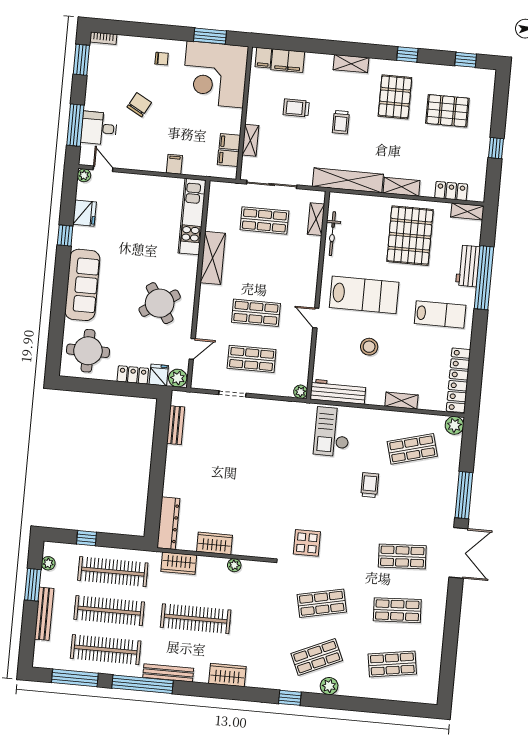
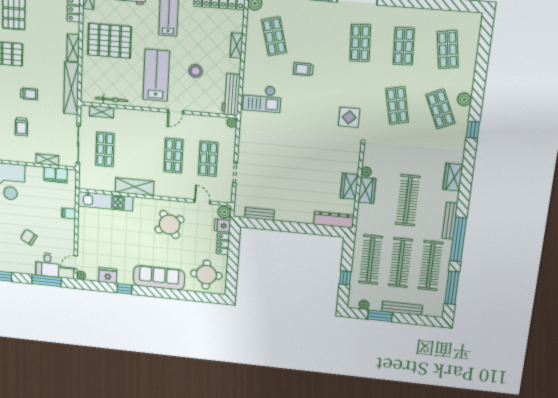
wardrobe: (179, 563) -> (367, 190), moved

